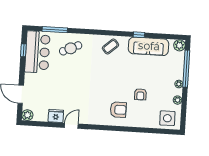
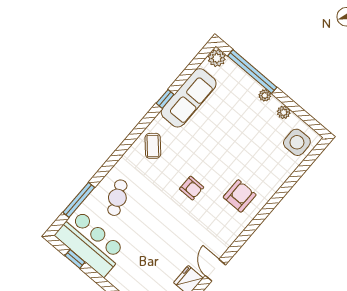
armchair: (140, 94) -> (192, 188), moved

